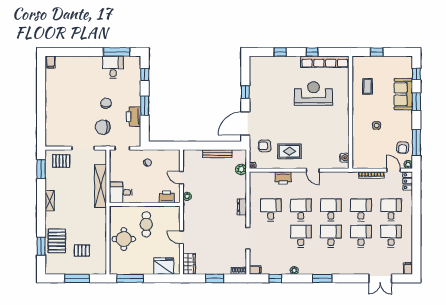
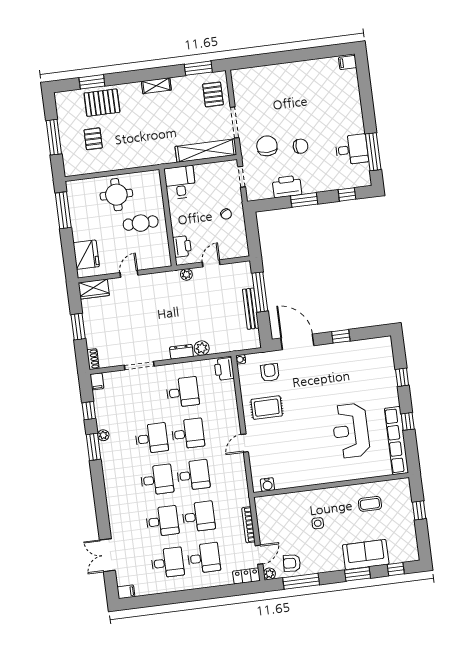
reception desk: (314, 93) -> (351, 431), turned 180
window: (206, 146) -> (260, 292), added
rug: (289, 151) -> (267, 408), turned 90
plant: (241, 169) -> (202, 348), moved
printer: (283, 178) -> (224, 369), moved
shelving: (101, 186) -> (206, 151), moved
window: (322, 278) -> (94, 447), moved

